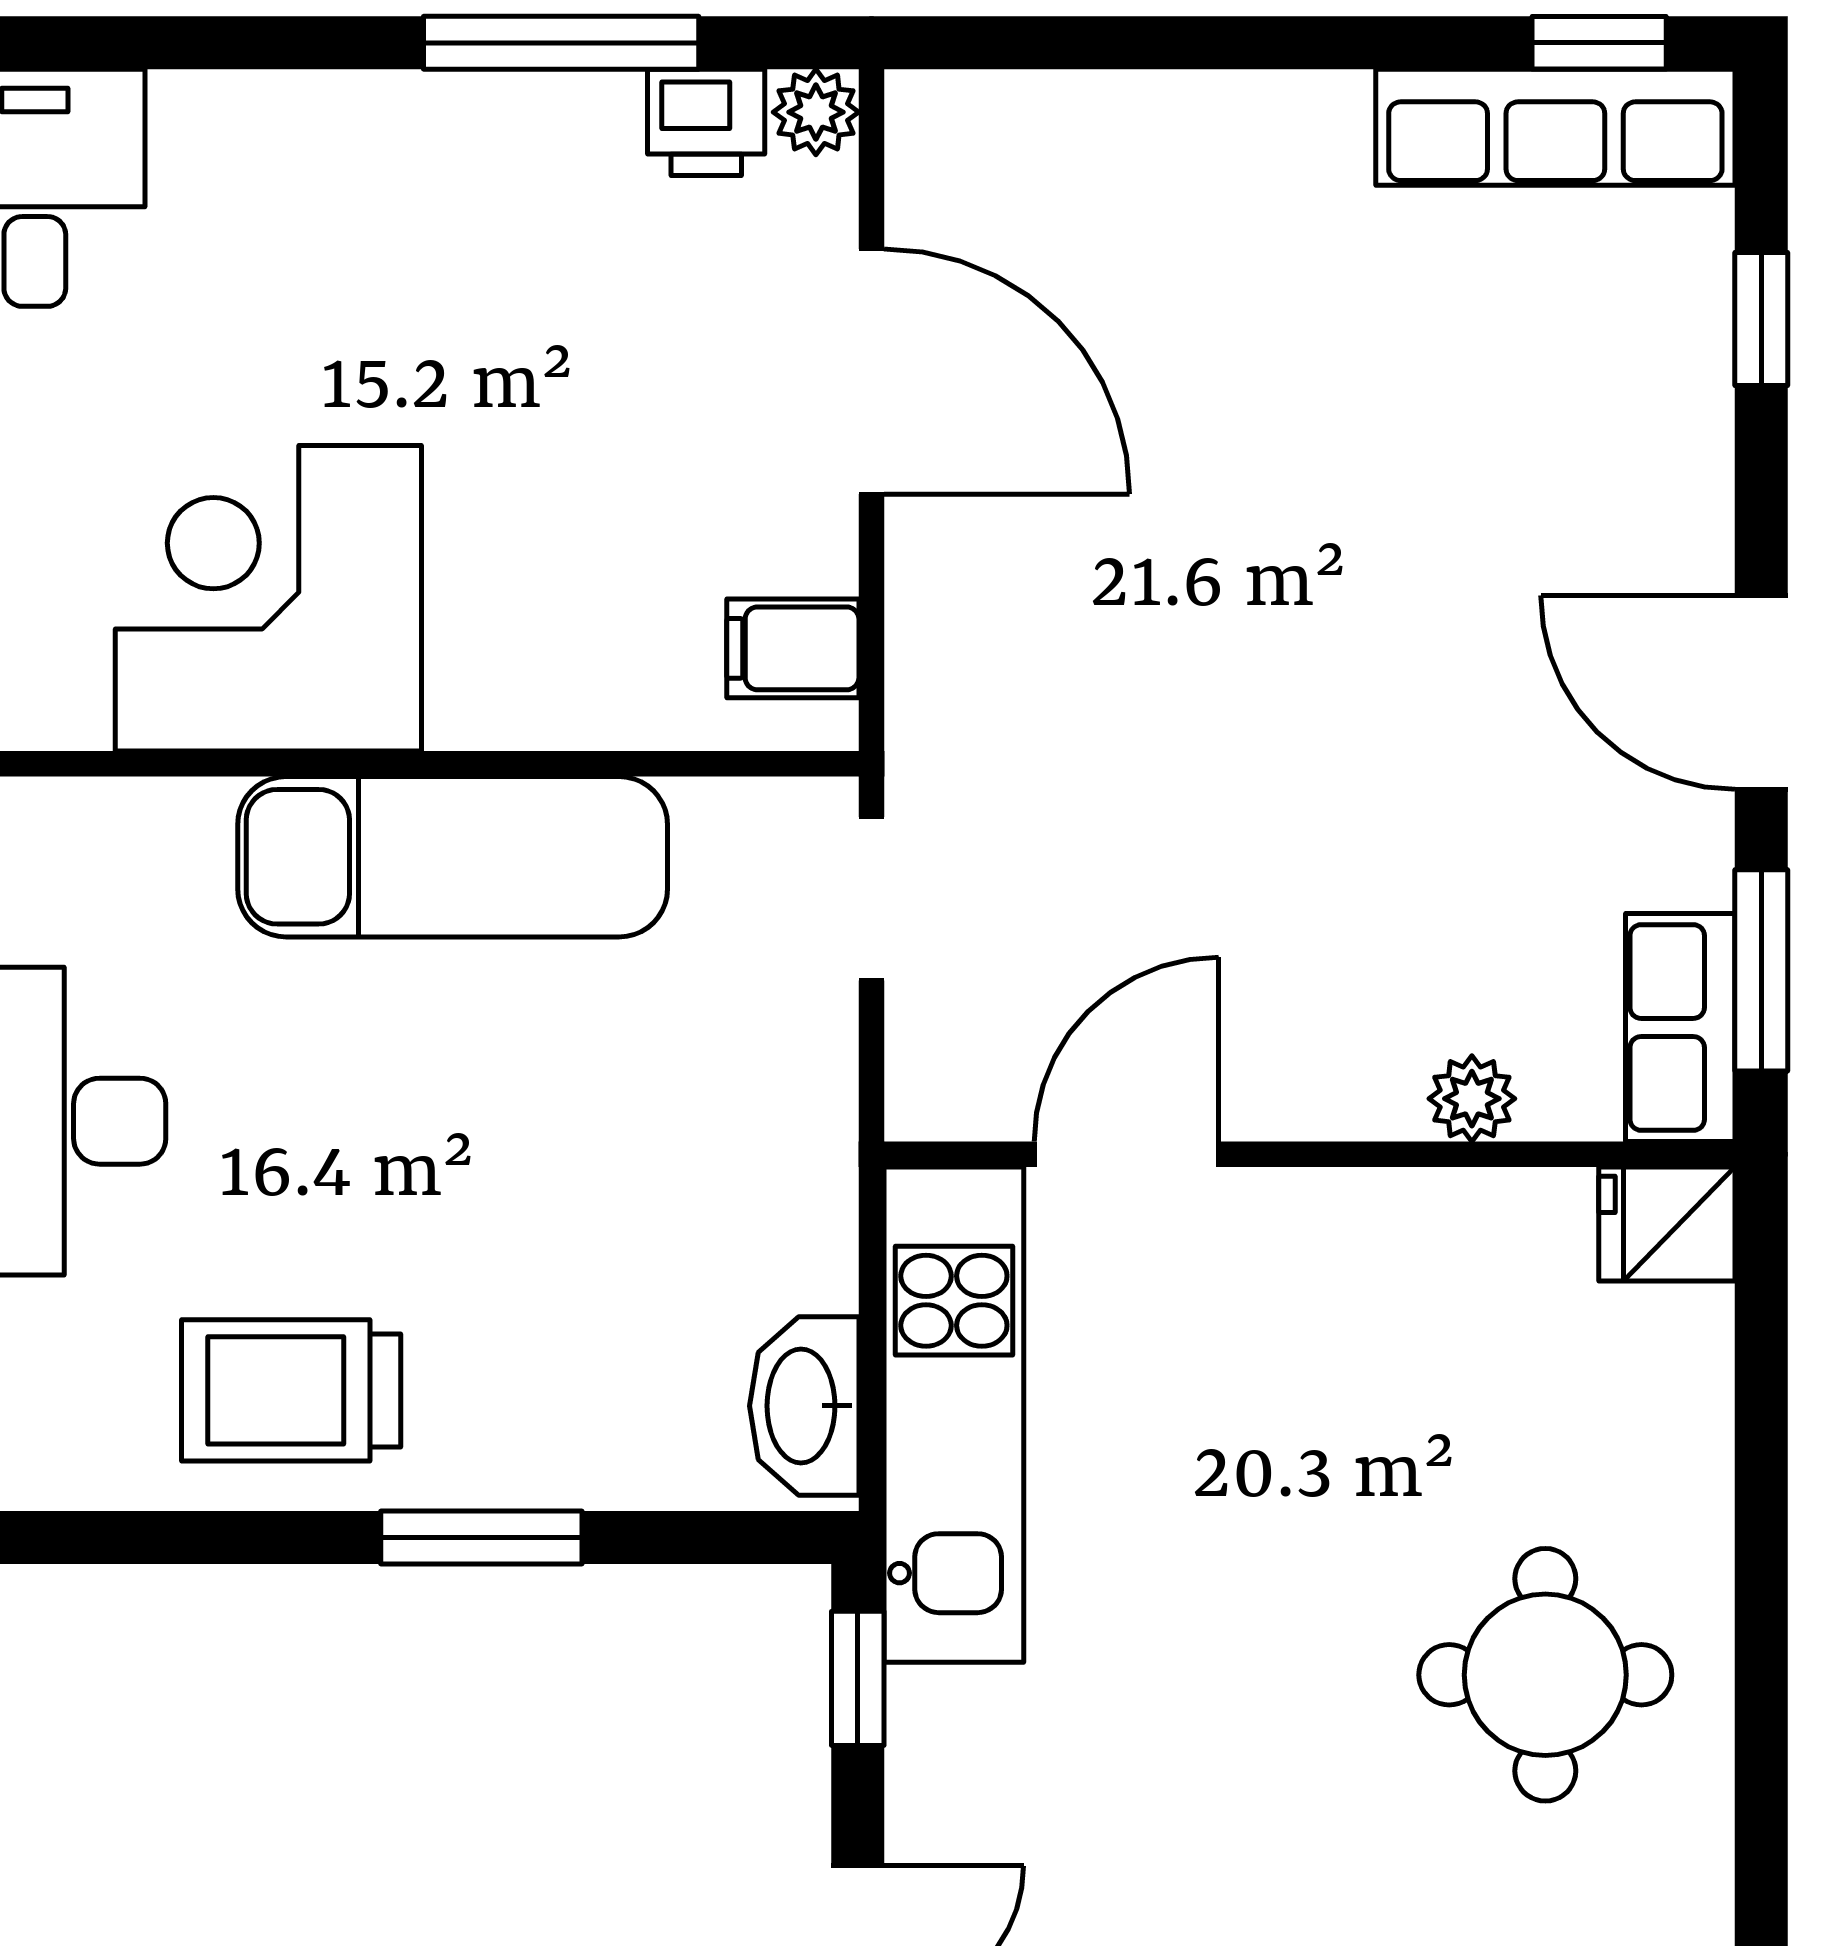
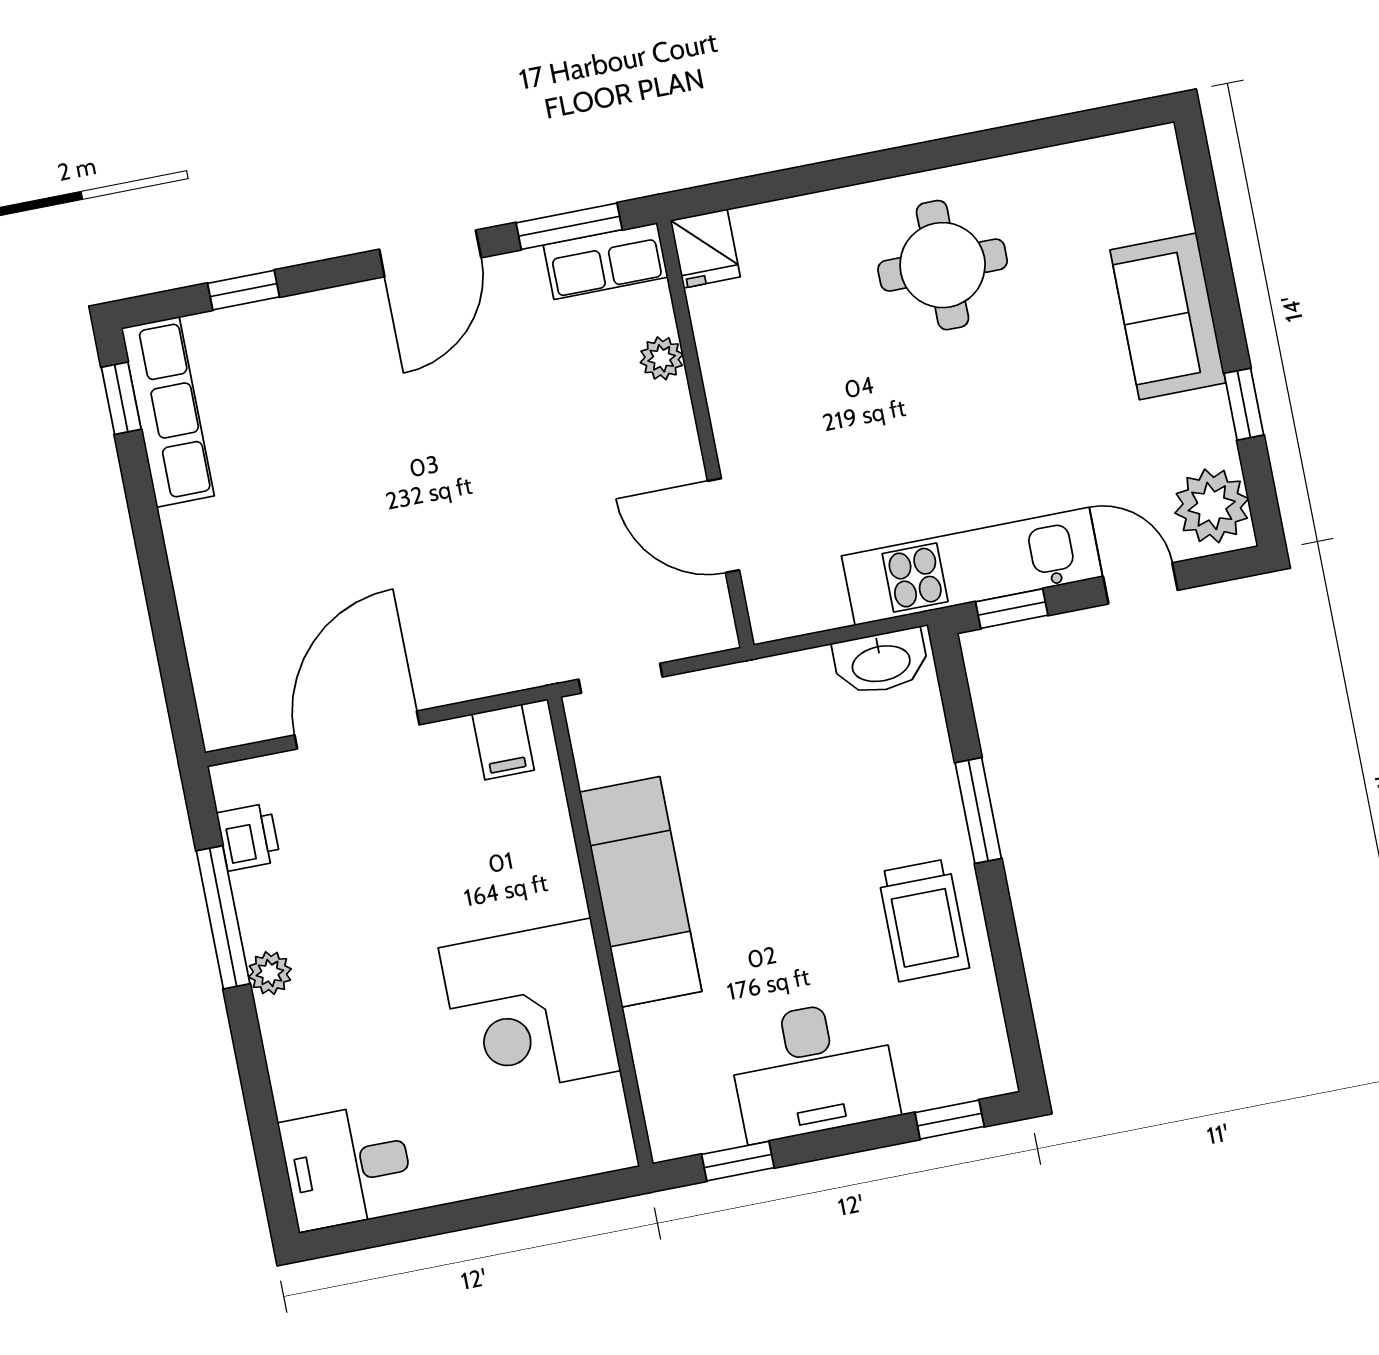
plant: (816, 112) -> (270, 973), moved
kitchen unit: (954, 1415) -> (972, 566), moved

